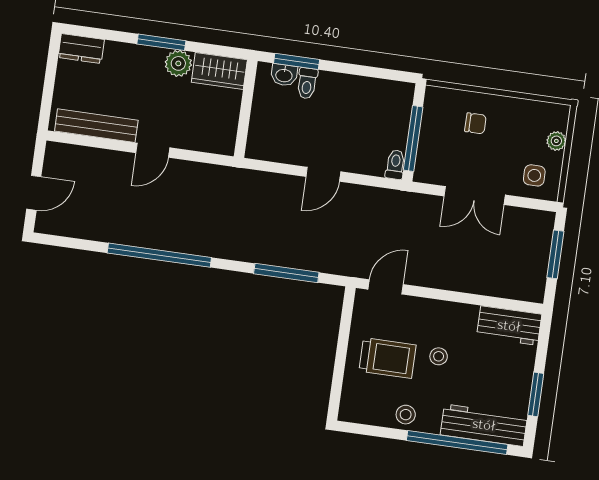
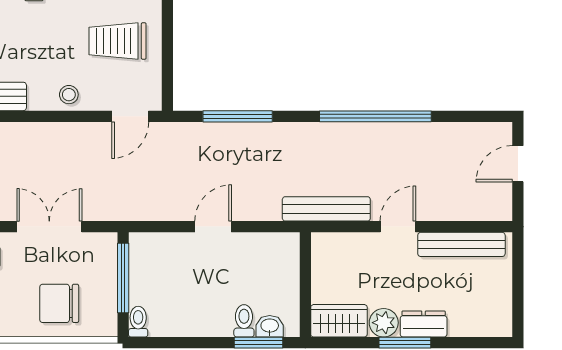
dresser: (81, 49) -> (424, 324), moved
chair: (475, 123) -> (59, 303), width x1.87, depth x1.87
toilet: (395, 165) -> (138, 322), moved, turned 180
bench: (217, 176) -> (326, 209), added
stool: (439, 356) -> (69, 95), moved

